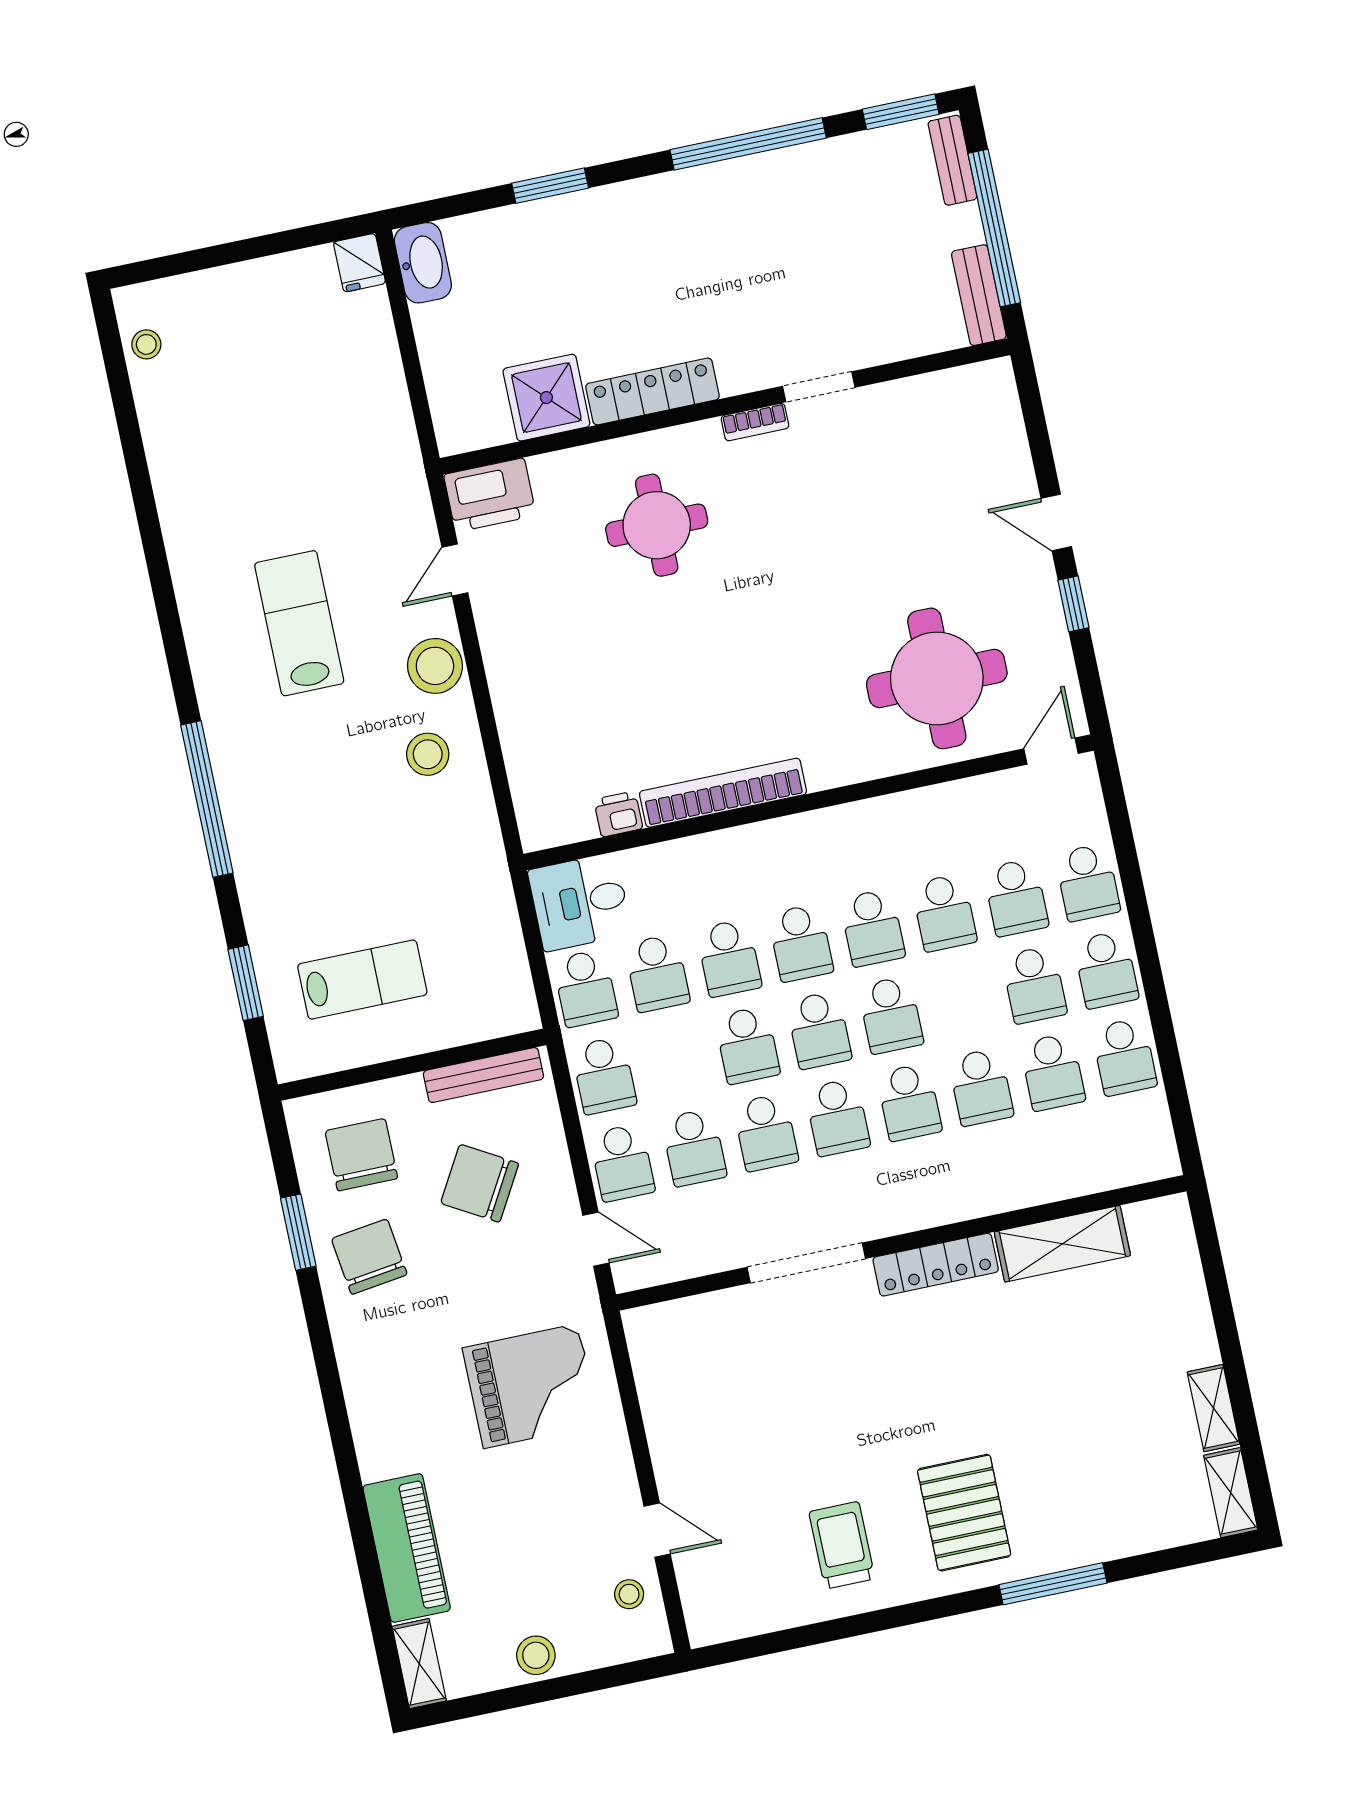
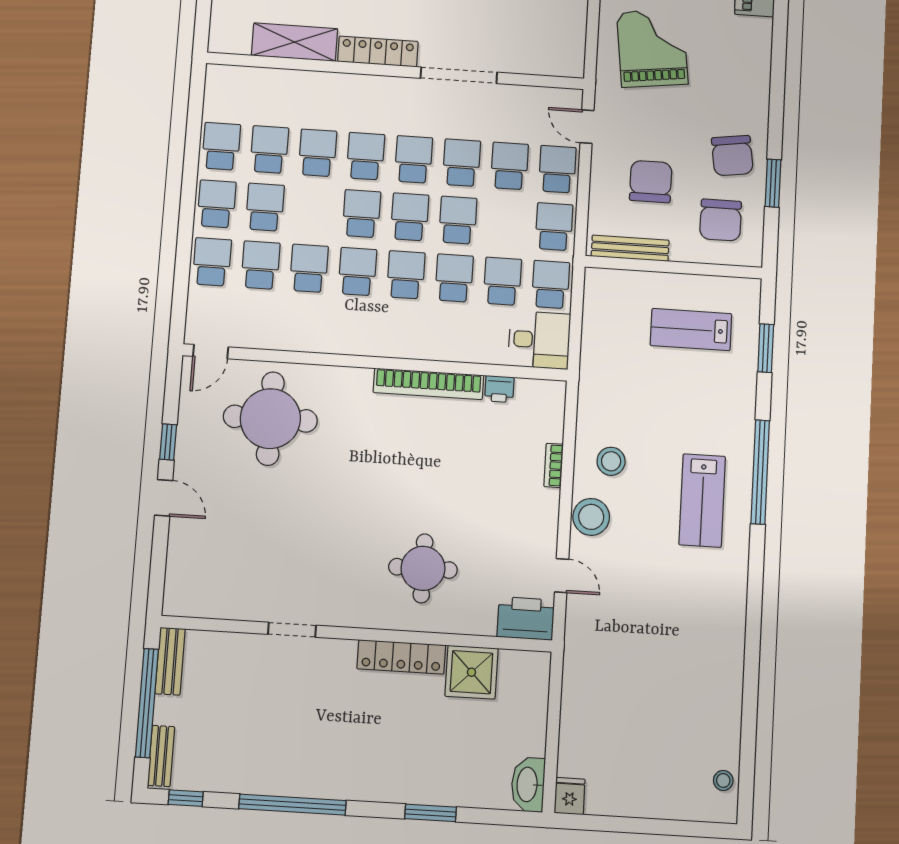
window: (901, 112) -> (186, 798), width x0.67
bookcase: (755, 422) -> (554, 465), moved, turned -90
door: (455, 570) -> (562, 576), hinge flipped
lab bench: (299, 623) -> (702, 501), moved
chair: (480, 1183) -> (651, 182), turned -120
grand piano: (531, 1386) -> (652, 48), turned 83

